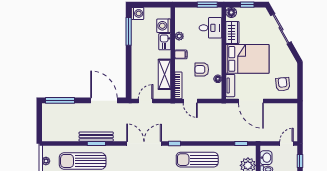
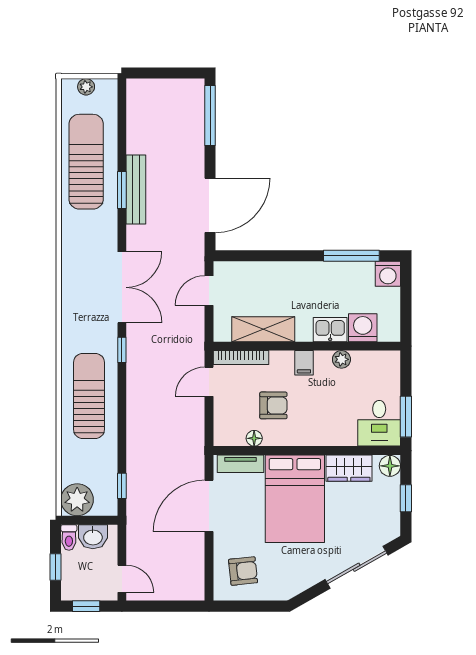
desk: (210, 28) -> (379, 423), moved
armchair: (202, 69) -> (273, 405), turned 90
door: (146, 101) -> (209, 291), swing flipped

